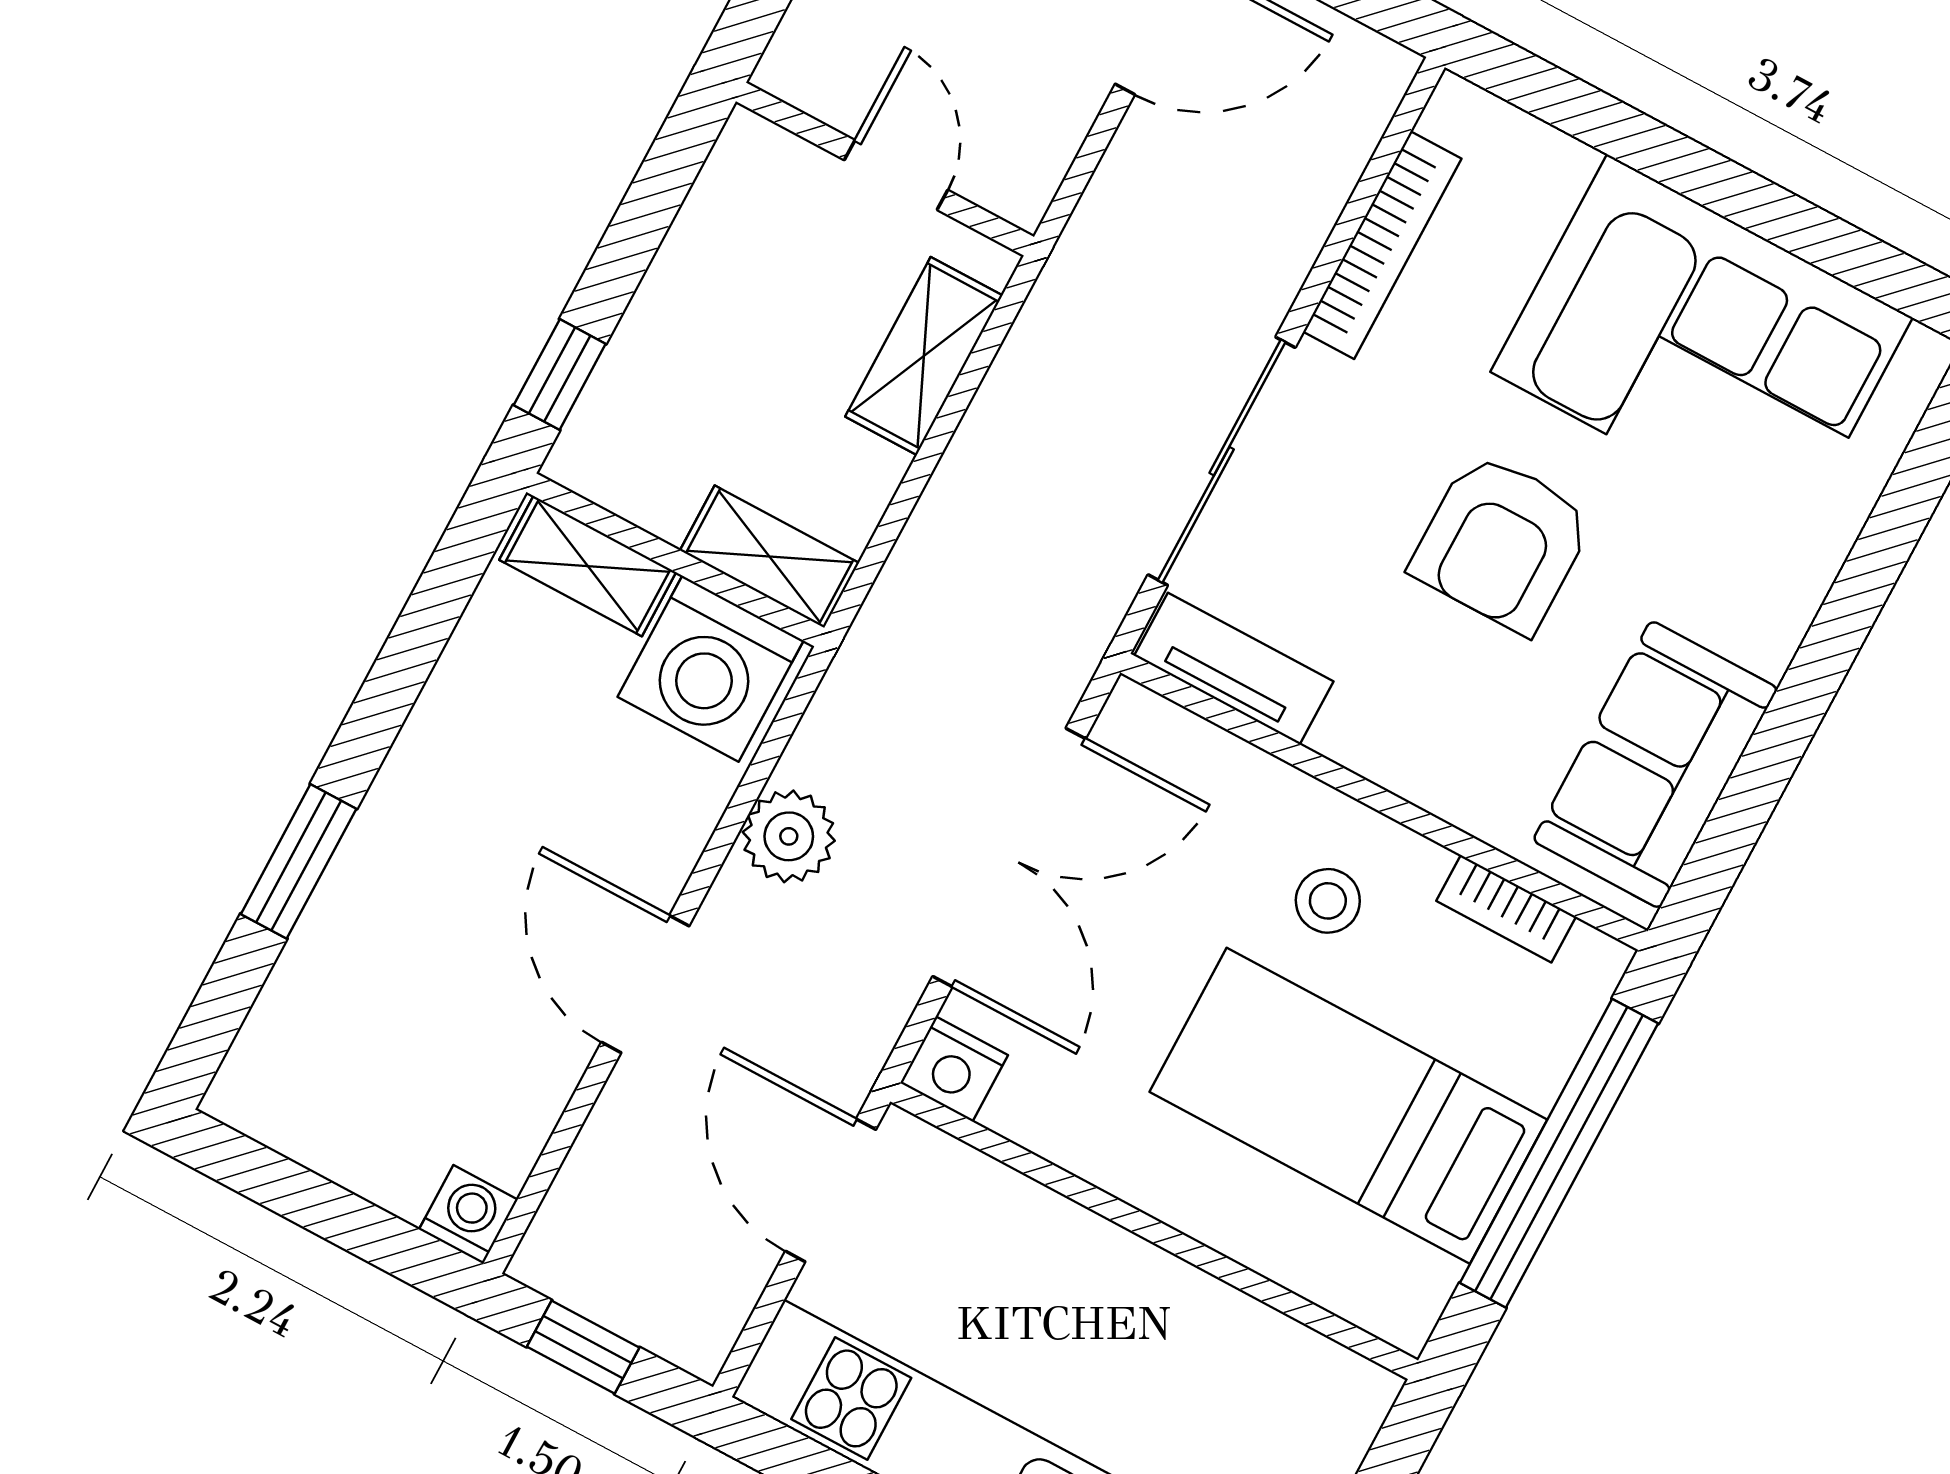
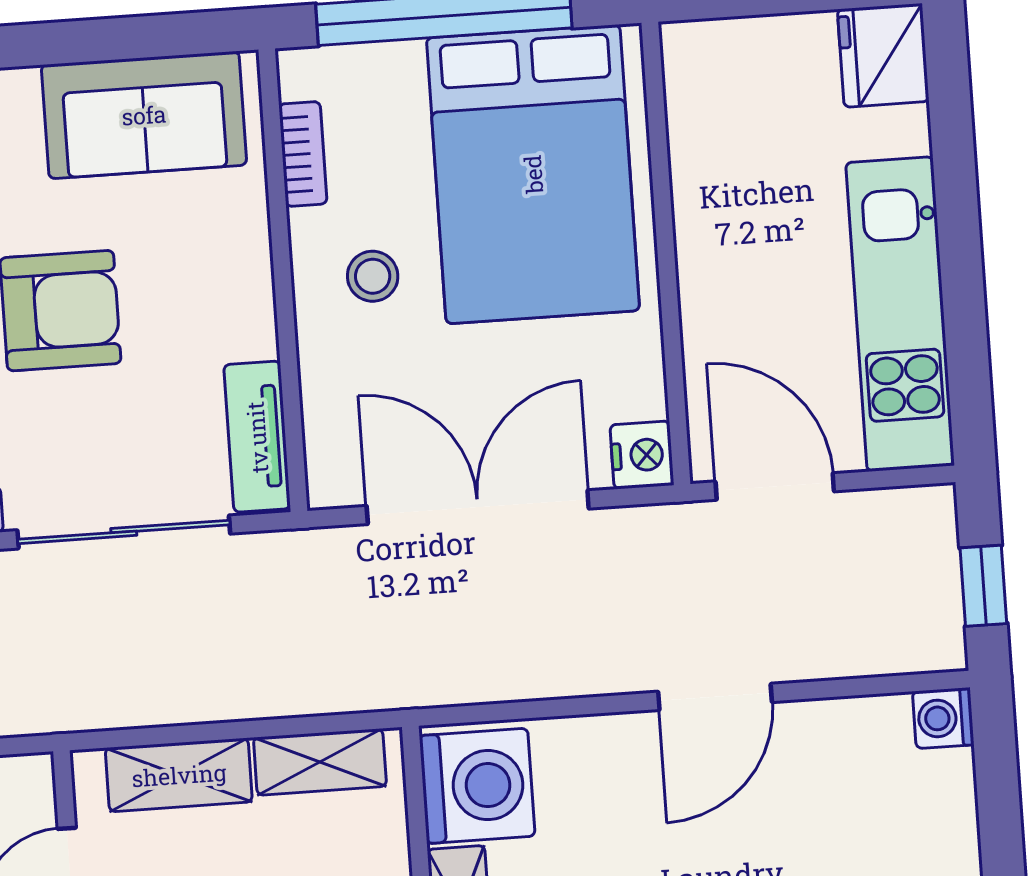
shelving: (769, 557) -> (320, 762), moved, turned 90
plant: (789, 836) -> (556, 663), removed
bed: (1348, 1106) -> (533, 174), width x1.50
door: (831, 1190) -> (775, 486), swing flipped

